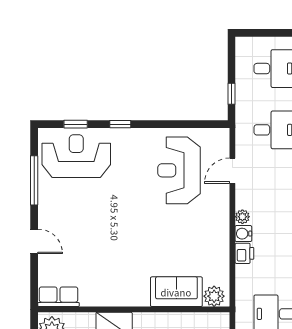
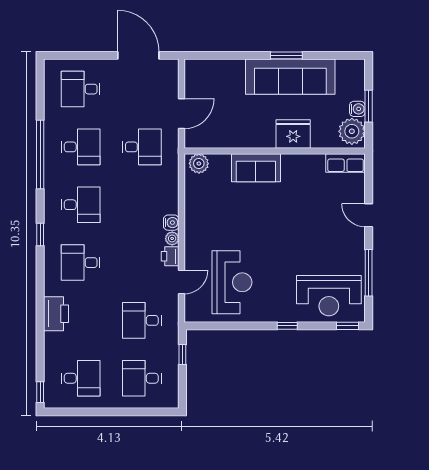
window: (76, 124) -> (348, 326), moved
printer: (244, 253) -> (170, 256), moved
sofa: (176, 292) -> (256, 168), moved

